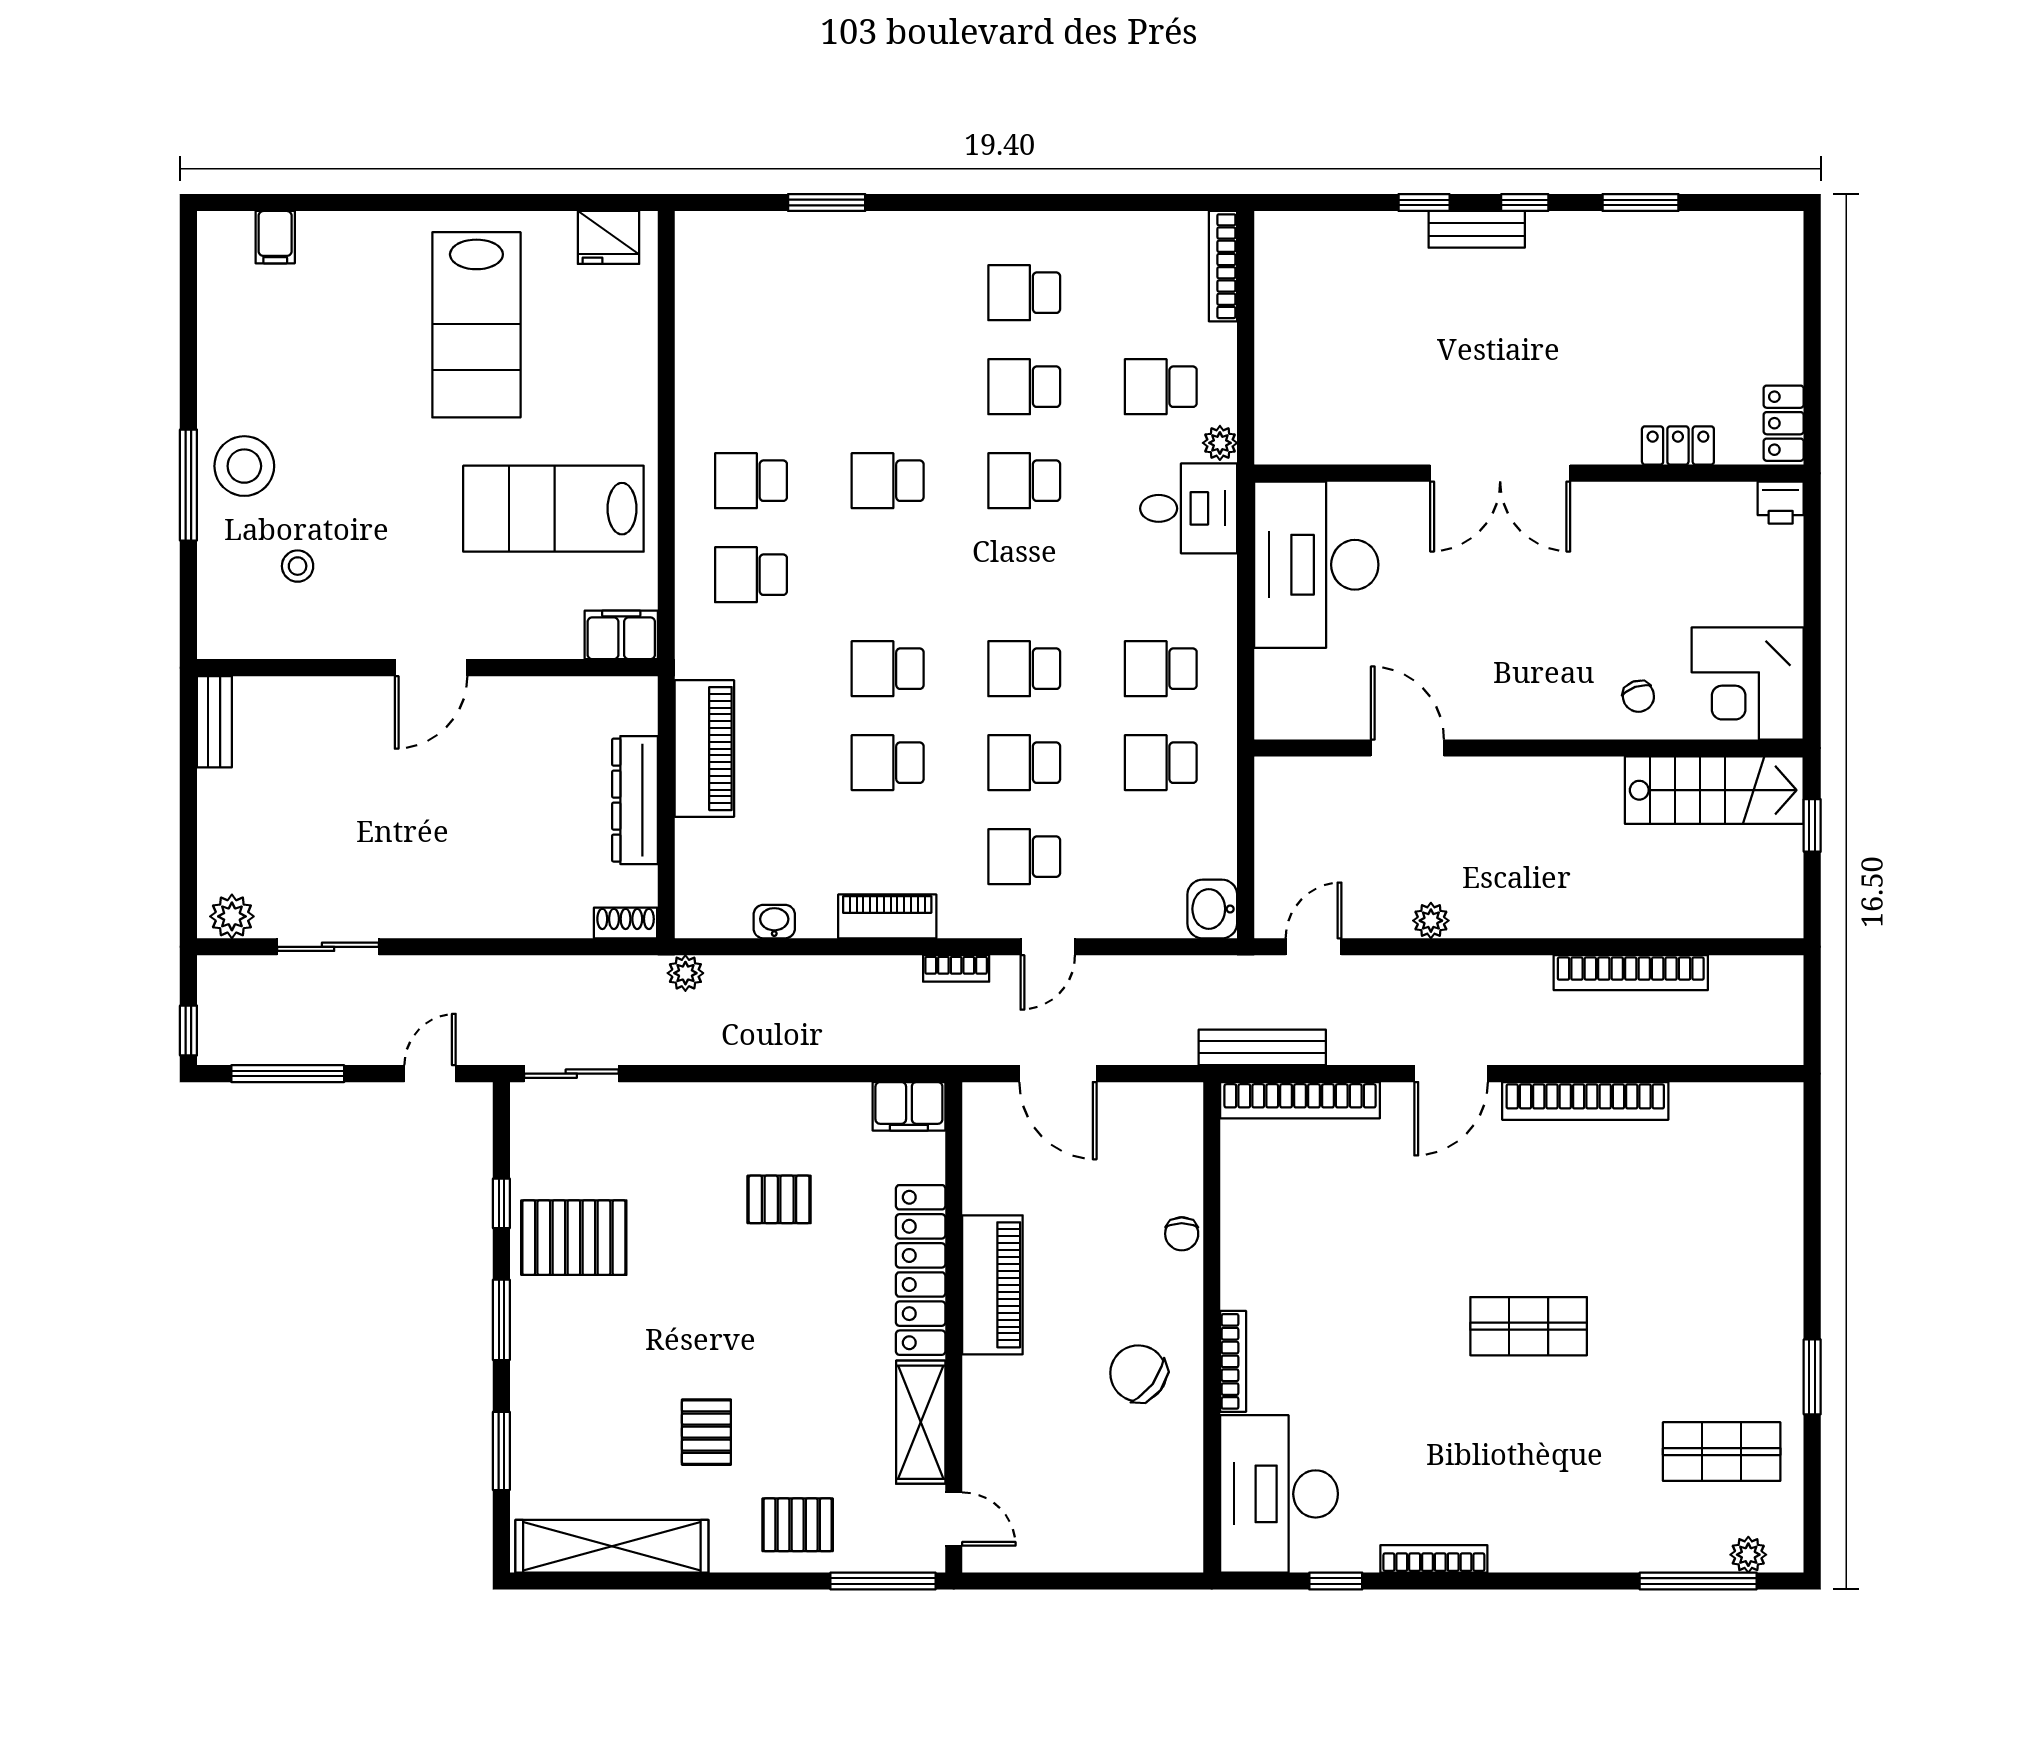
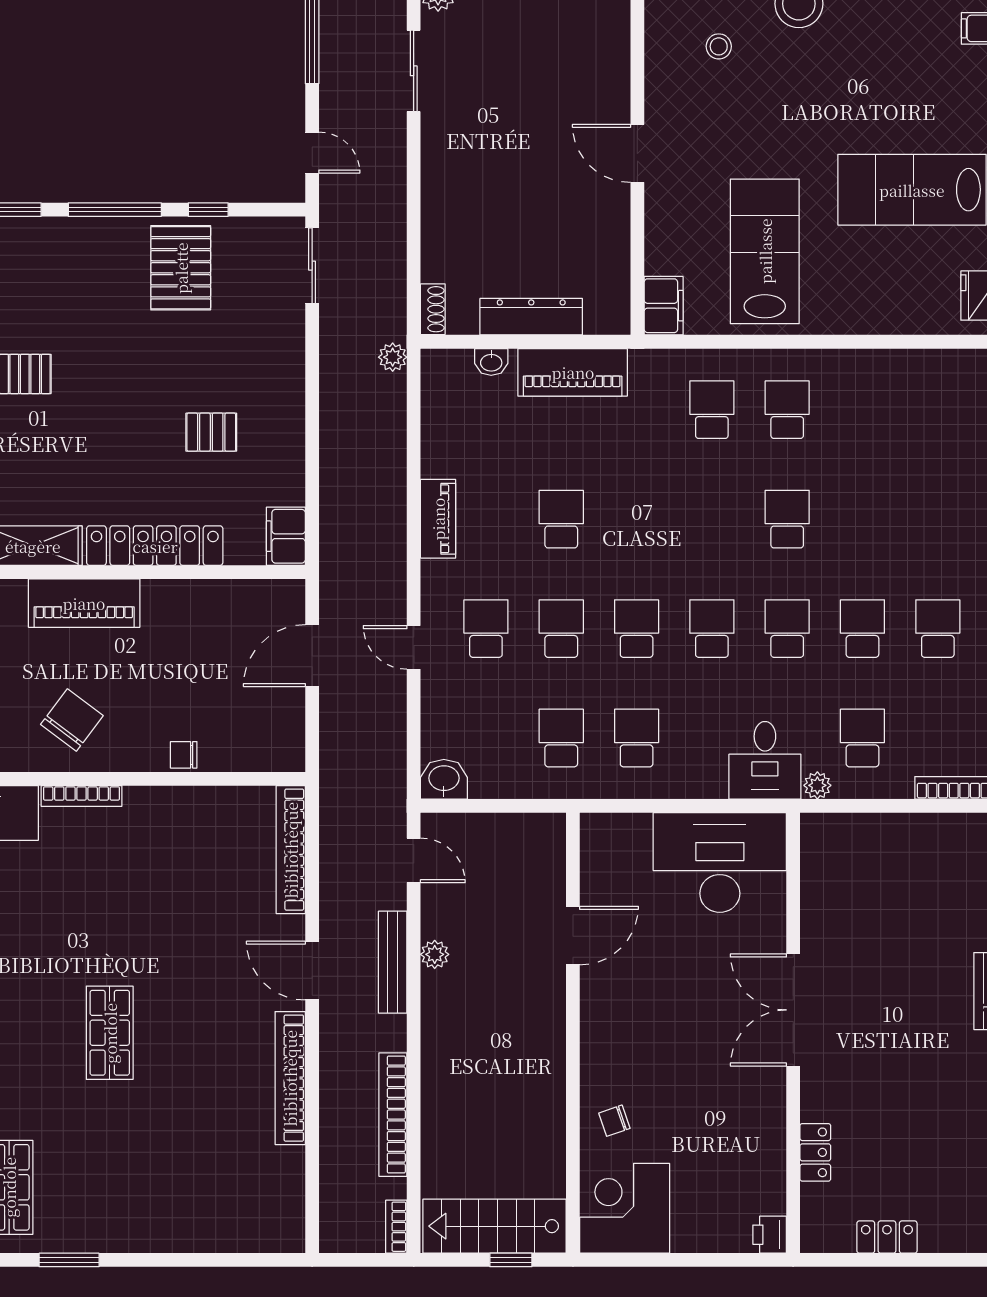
locker: (1784, 423) -> (887, 1237), moved
school desk: (888, 669) -> (712, 629), moved
stairs: (1714, 790) -> (495, 1226), moved, turned 90
washbasin: (774, 922) -> (491, 362), moved, turned 90
bookcase: (956, 968) -> (396, 1227), moved
bench: (1262, 1047) -> (393, 962), moved
pallet: (779, 1199) -> (211, 432), turned 90
piano: (992, 1285) -> (84, 603), moved
window: (501, 1320) -> (115, 210), width x1.44

